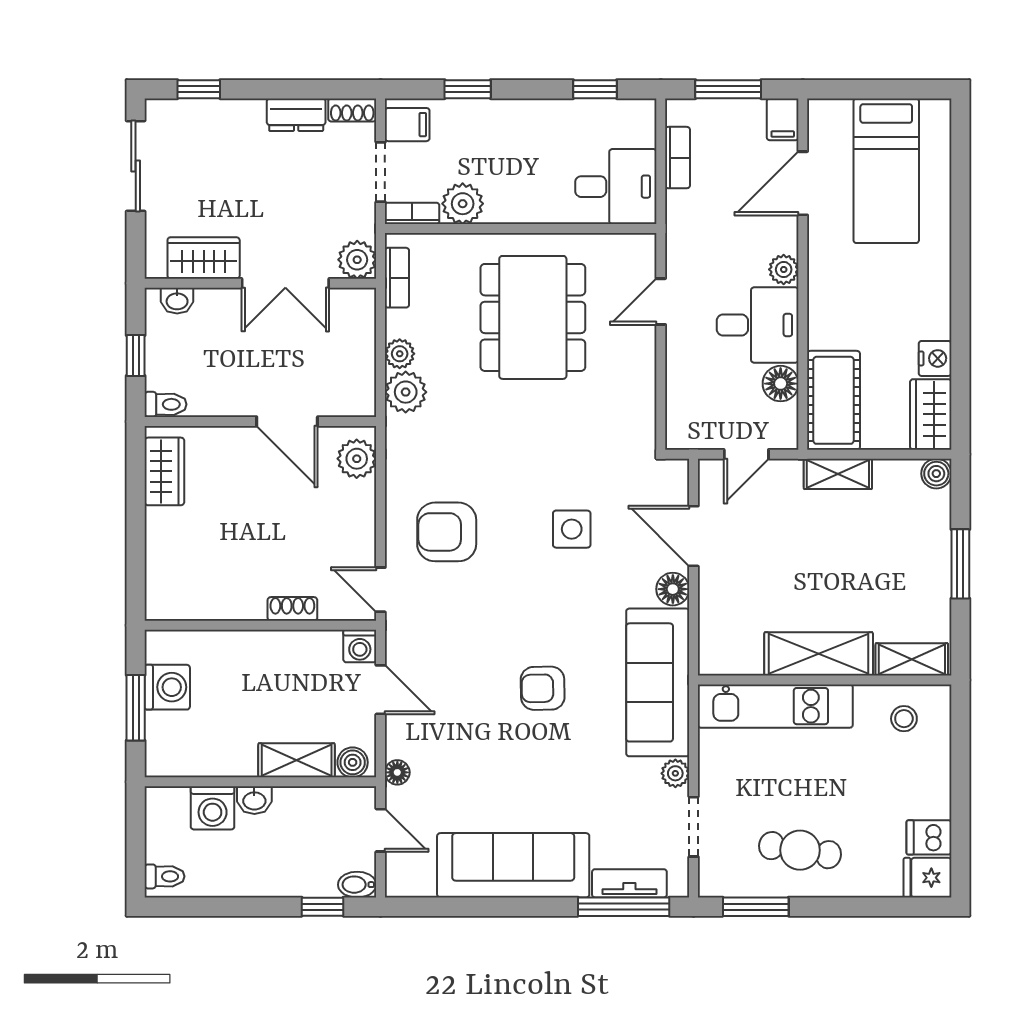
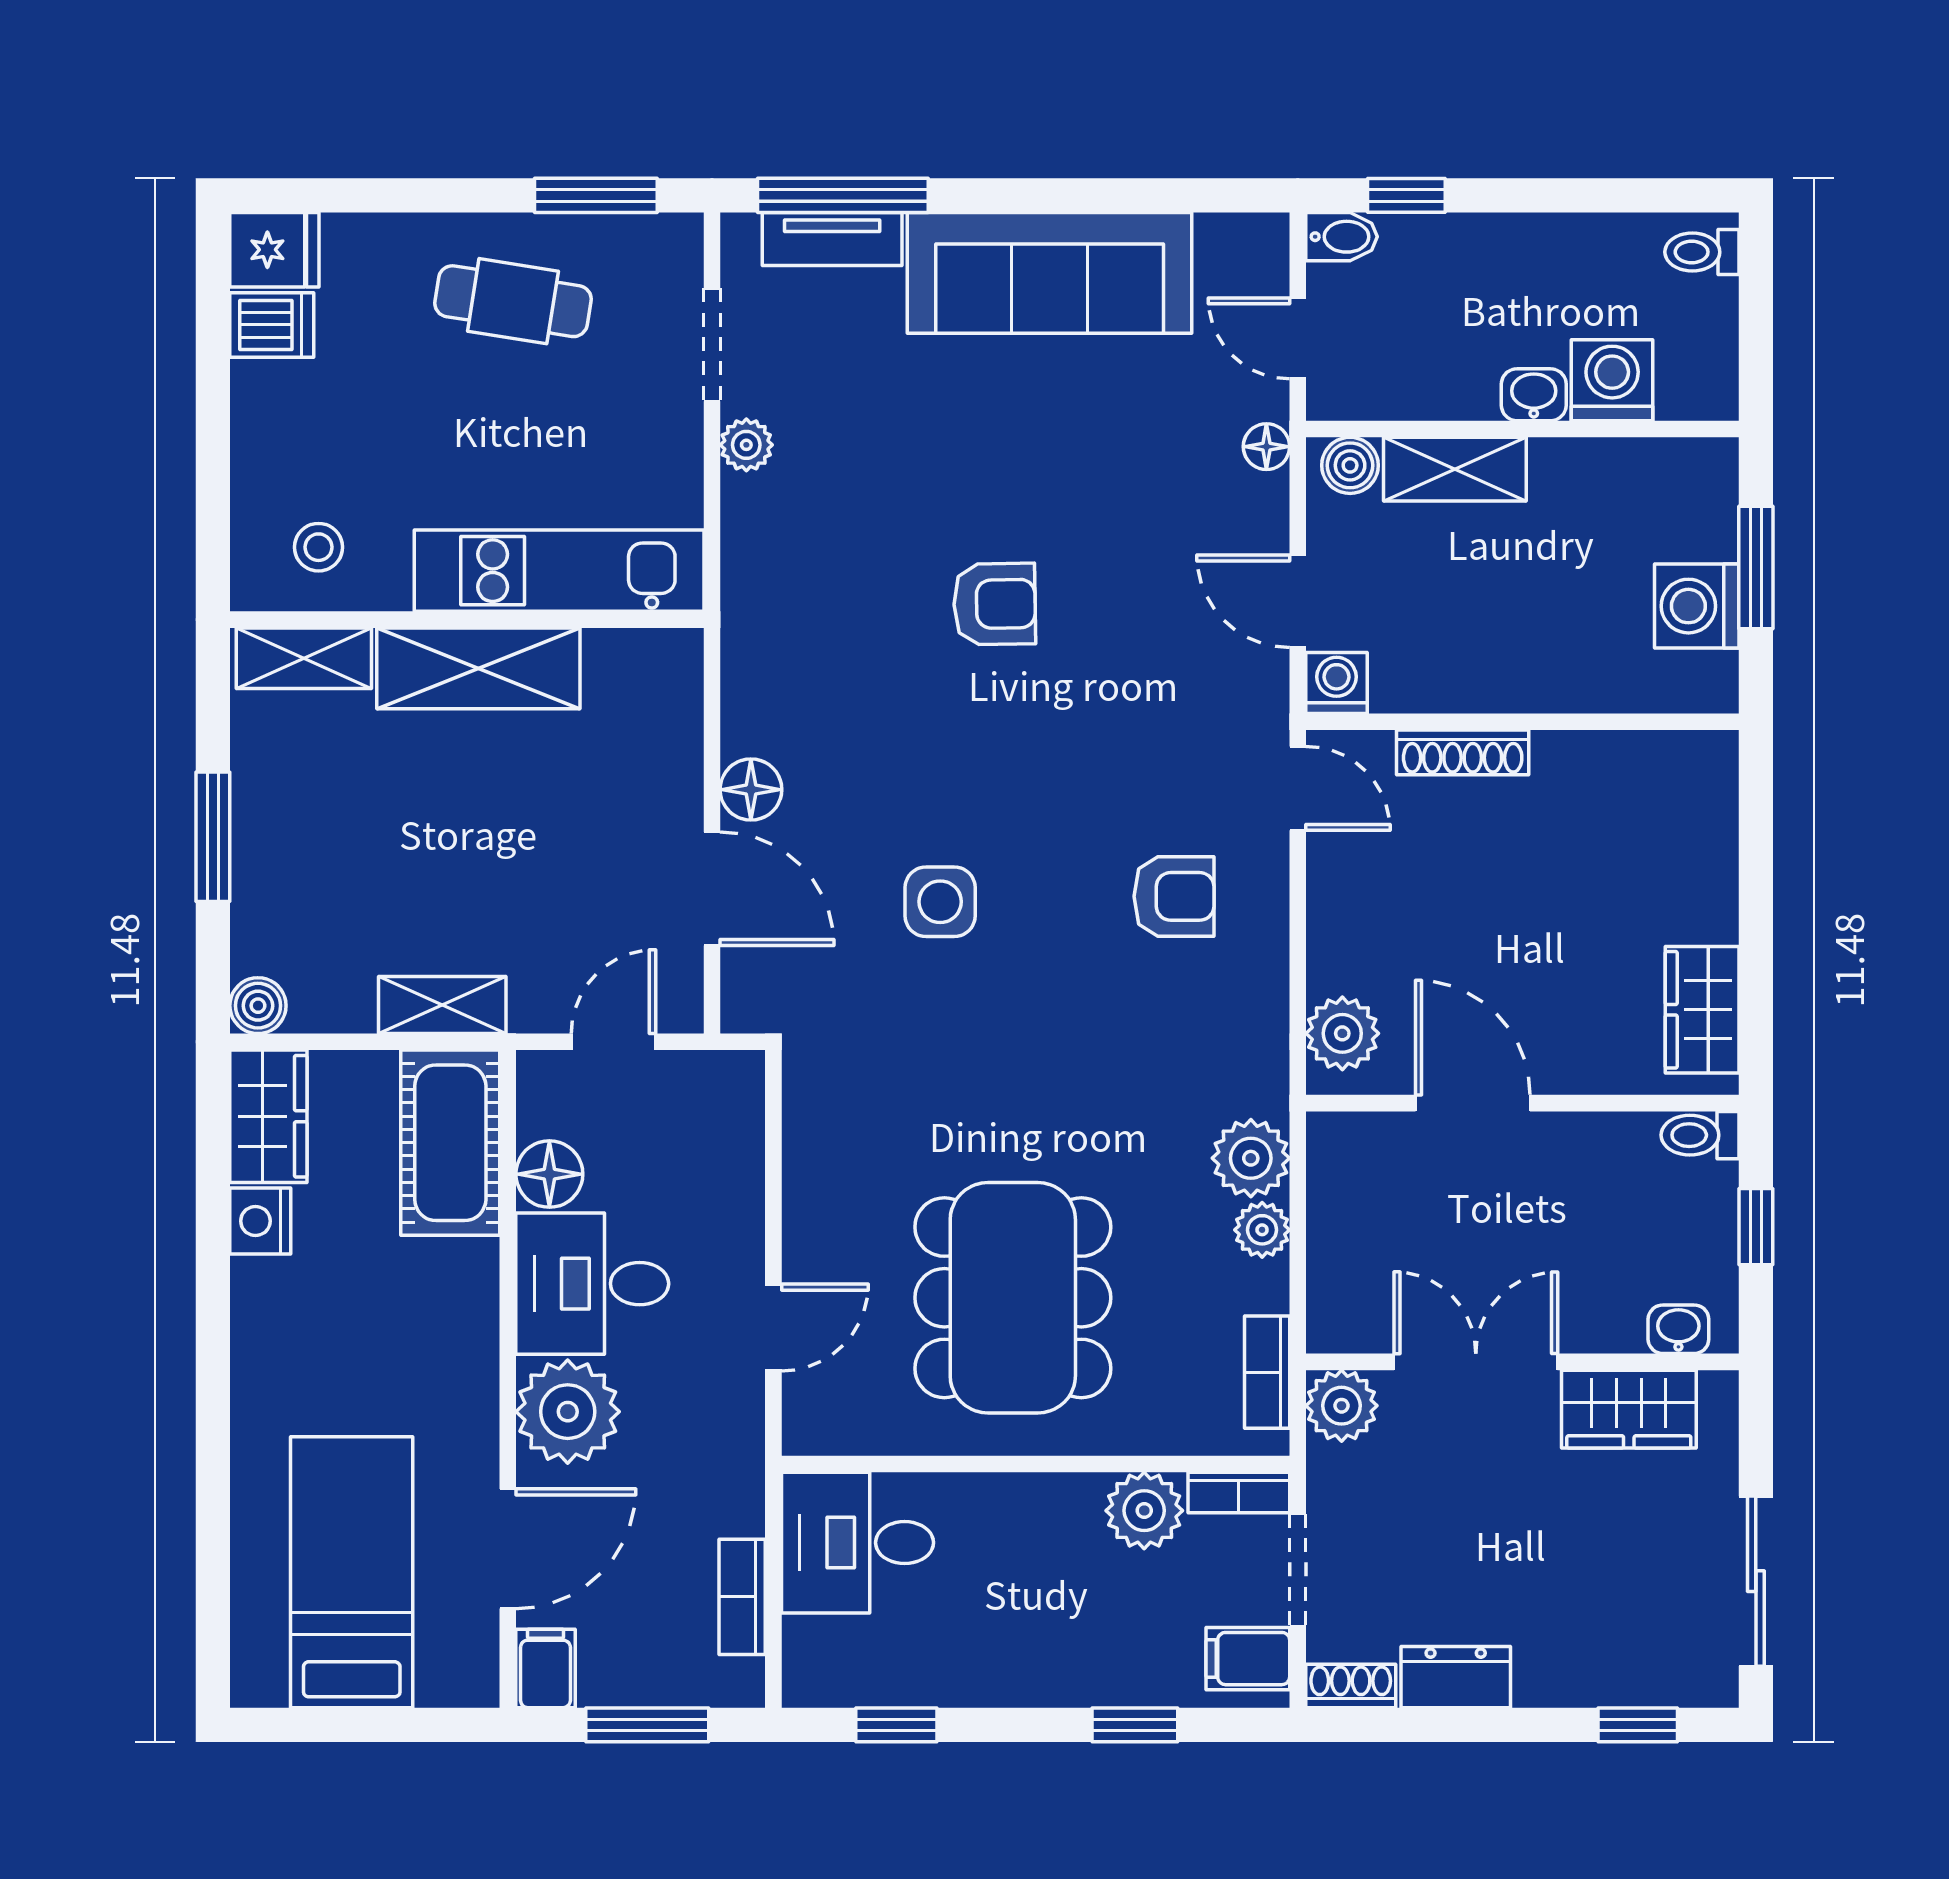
plant: (784, 269) -> (568, 1412), width x1.87, depth x1.87
armchair: (447, 532) -> (1174, 896), width x0.72, depth x0.72
shoe rack: (292, 609) -> (1463, 752), width x1.43
sofa: (658, 682) -> (779, 615), removed

